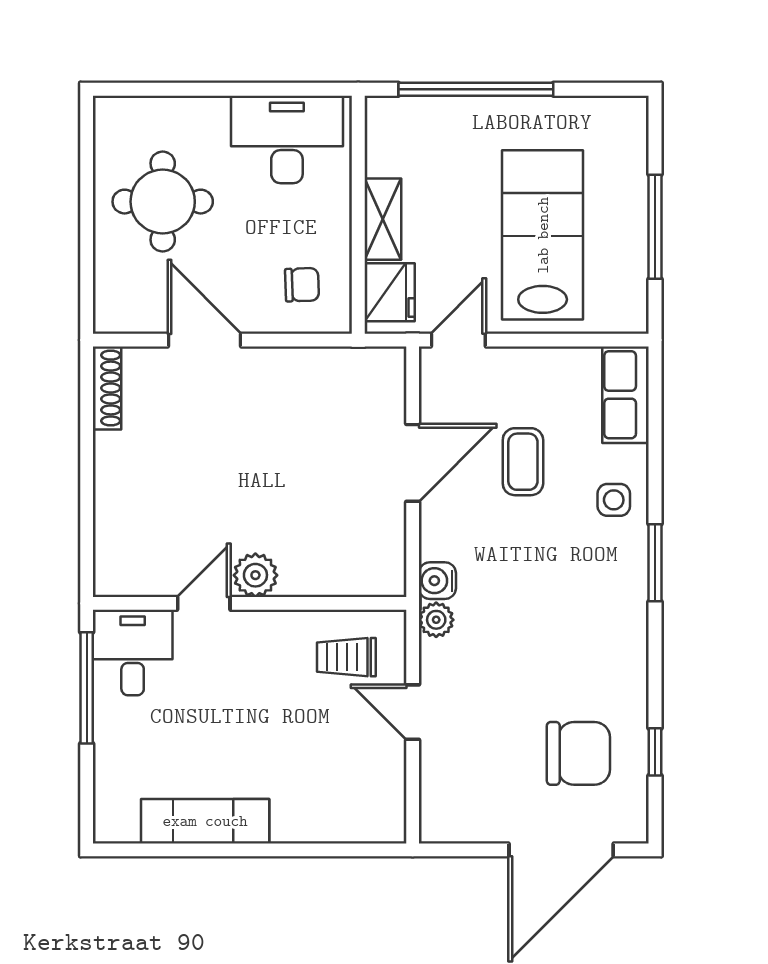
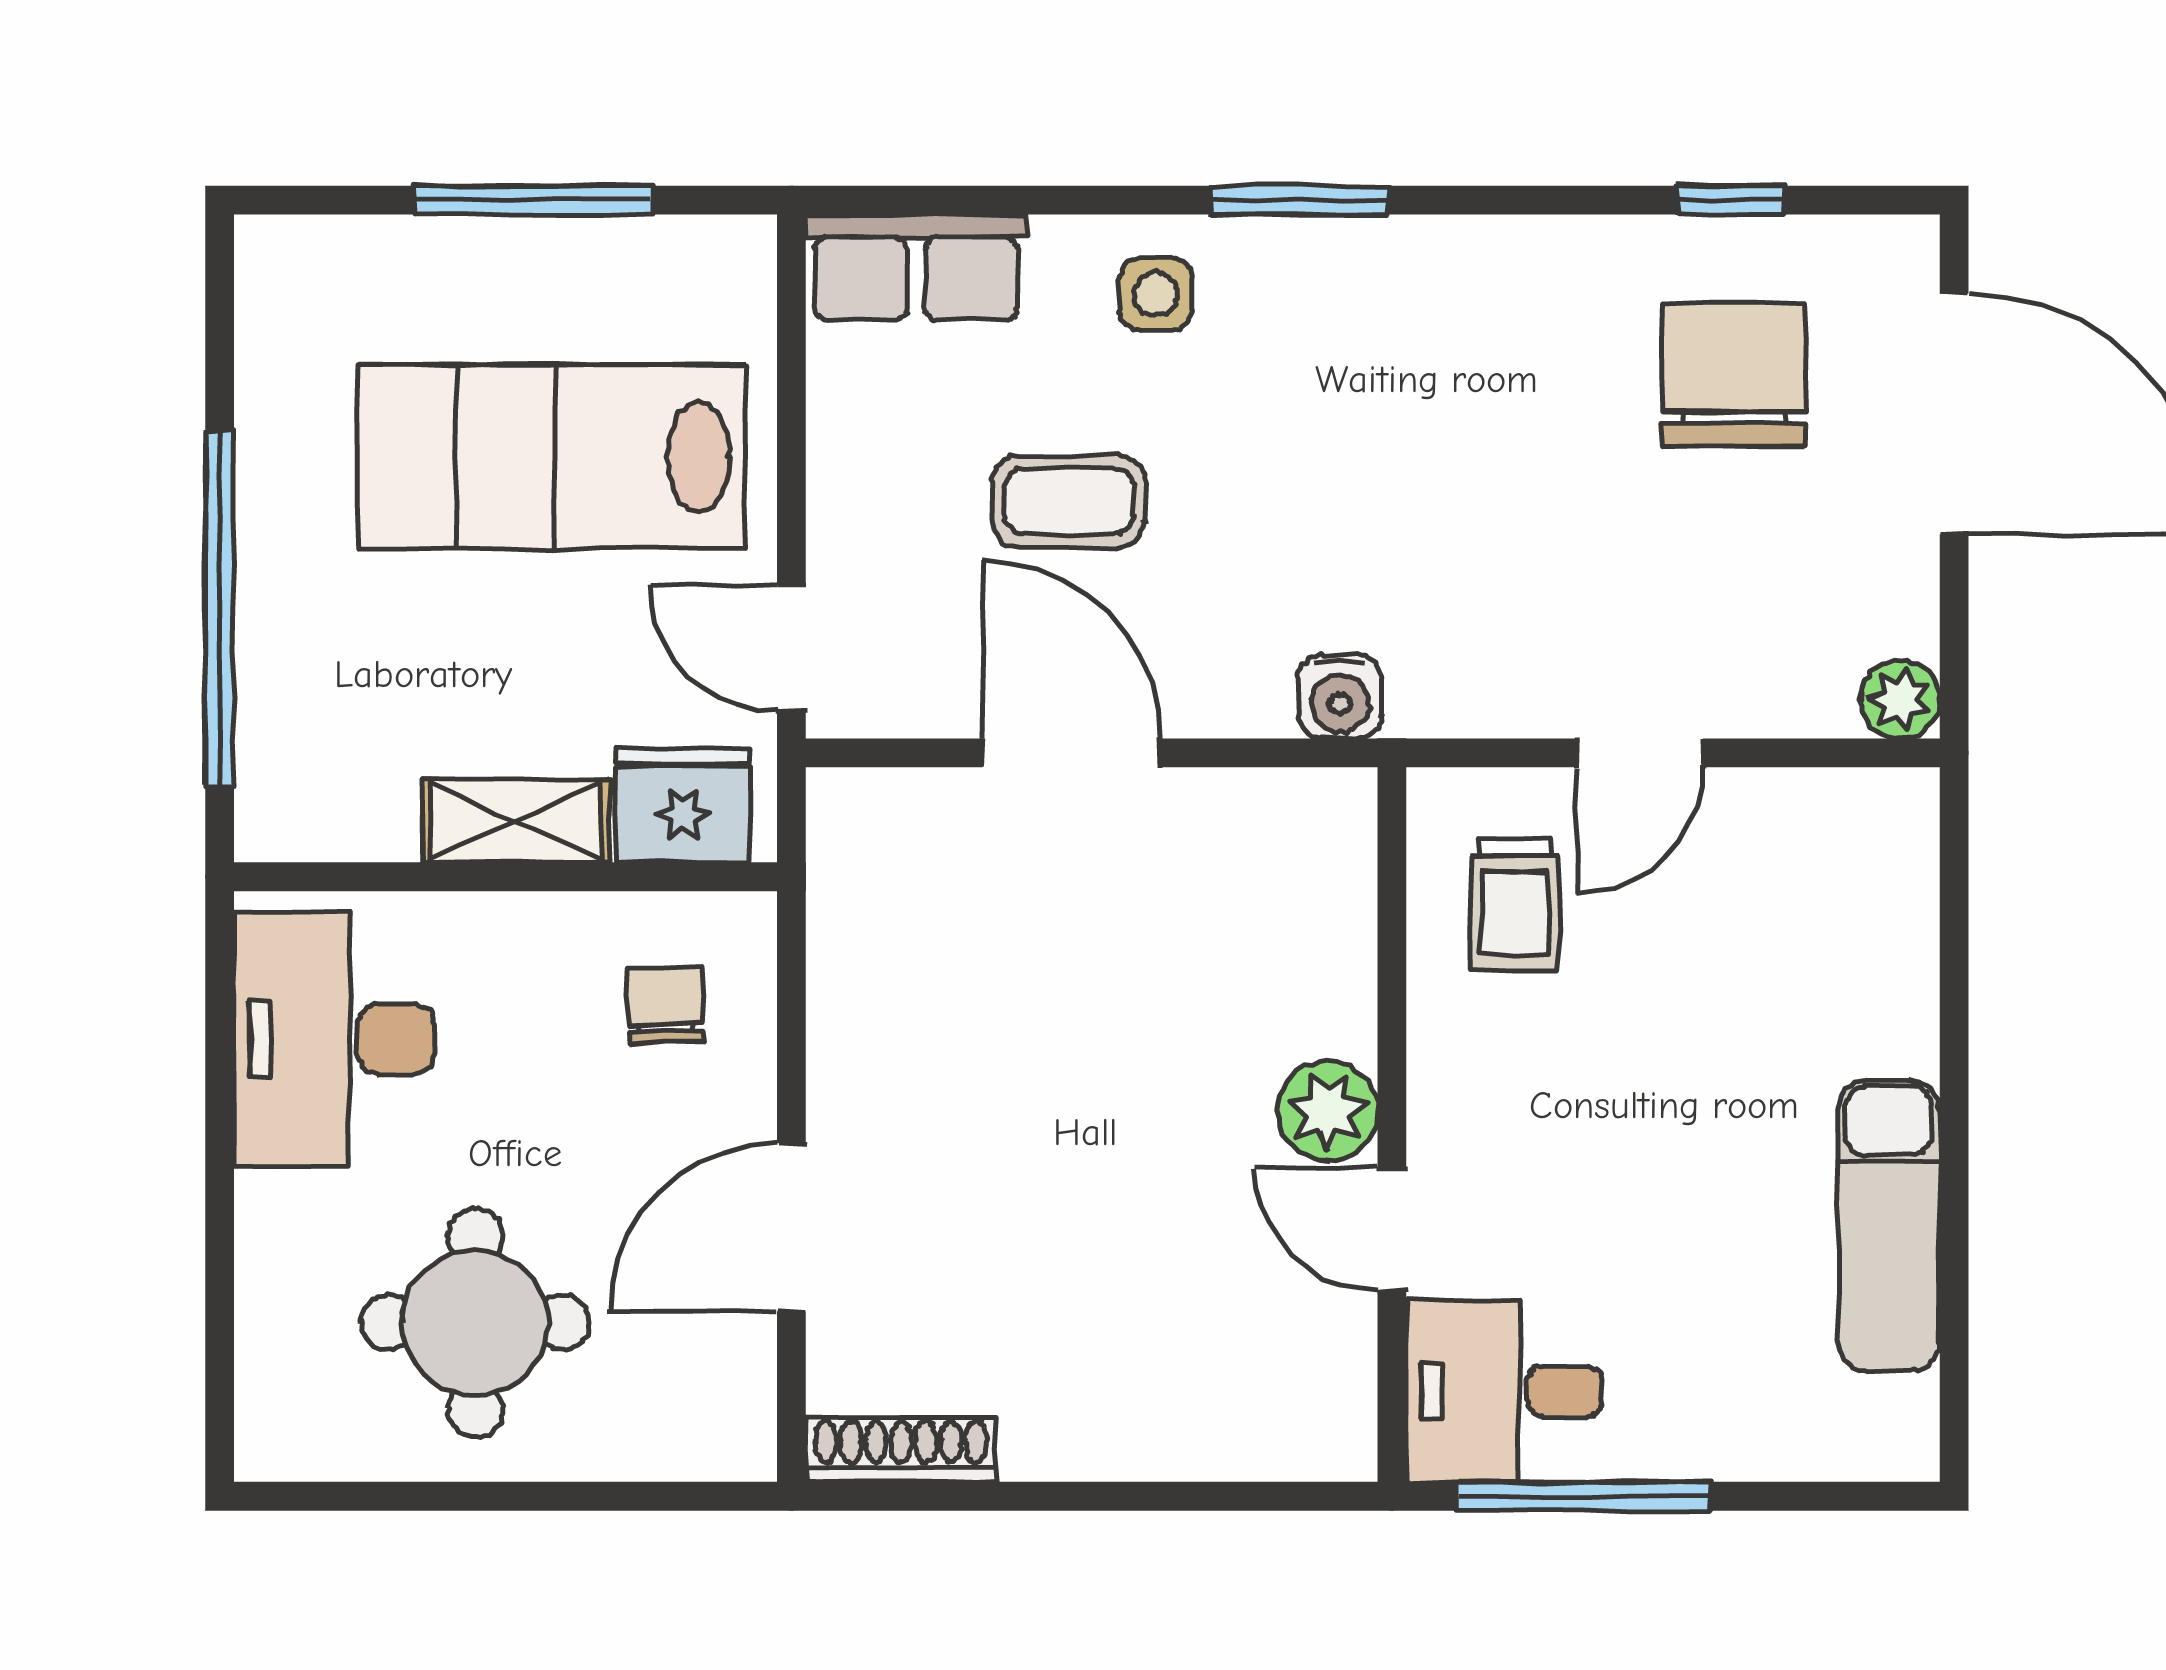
plant: (436, 620) -> (1900, 699), moved

